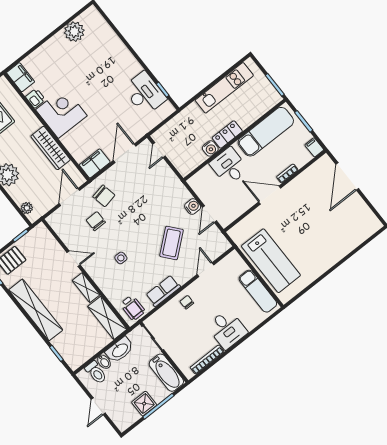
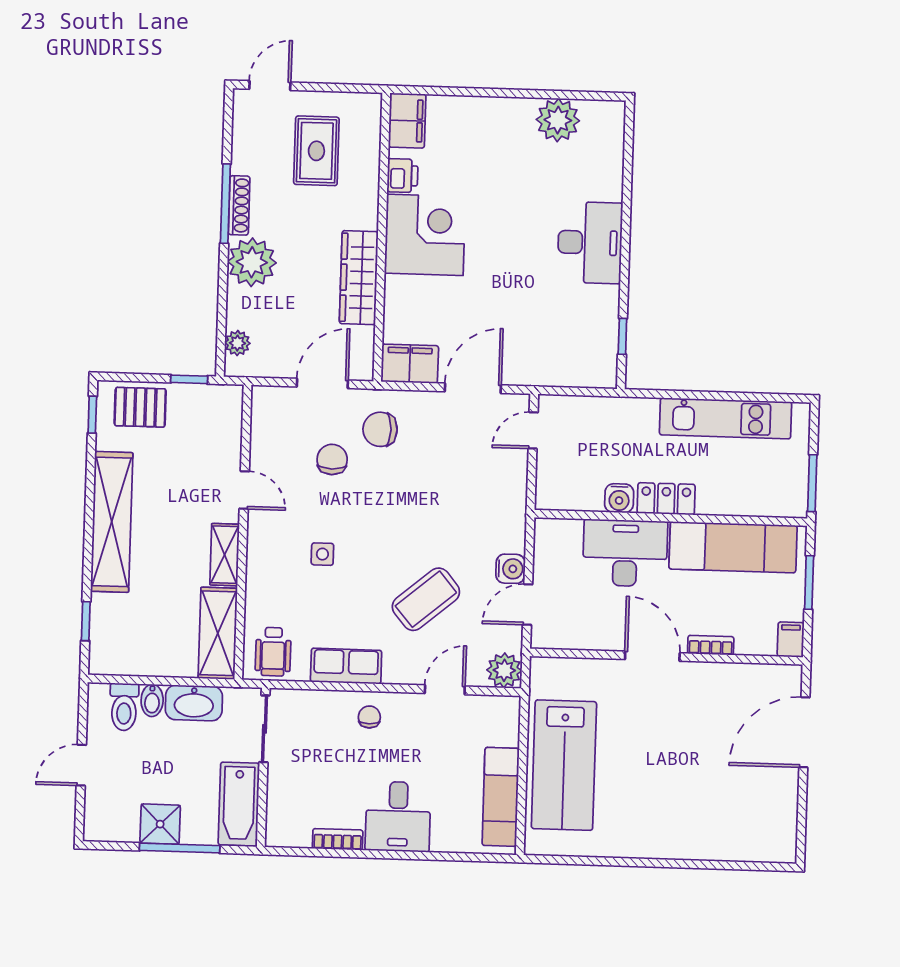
desk: (145, 93) -> (590, 243), moved
desk: (229, 166) -> (625, 553), width x1.37
chair: (104, 196) -> (380, 429), turned 101
plant: (221, 245) -> (504, 670), added
bookcase: (207, 360) -> (338, 839), width x0.64

